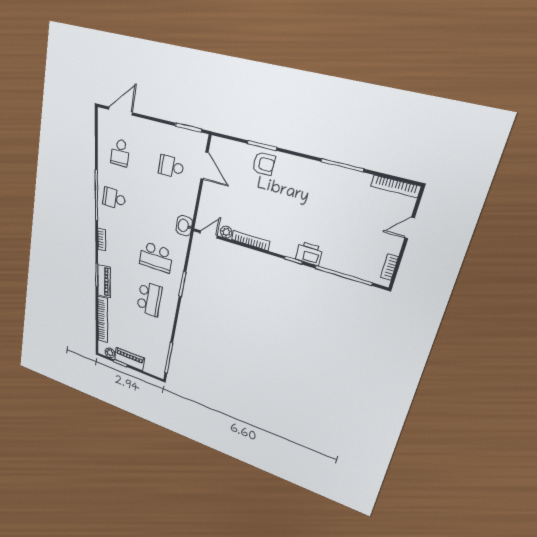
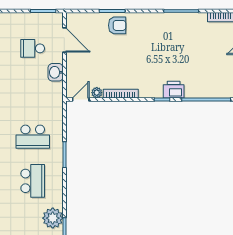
washbasin: (184, 226) -> (56, 72), moved
plant: (161, 339) -> (53, 218), added

